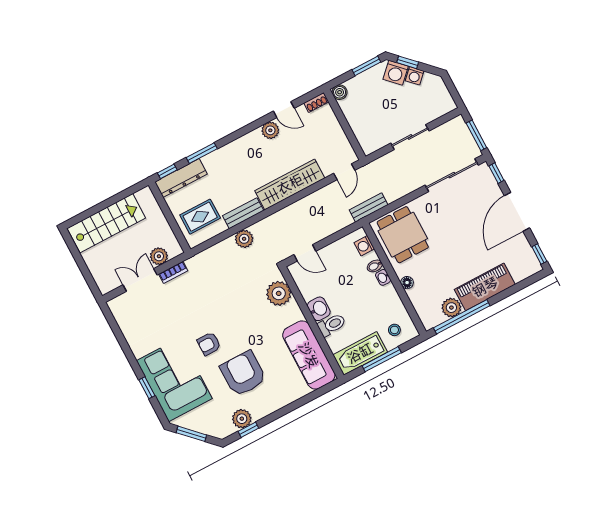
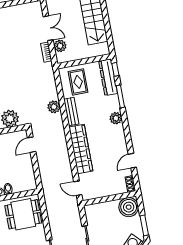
boiler: (340, 92) -> (129, 207), width x1.86, depth x1.86
plant: (270, 130) -> (116, 118), moved
bench: (369, 207) -> (49, 197), removed
washing machine: (364, 246) -> (24, 186), removed

